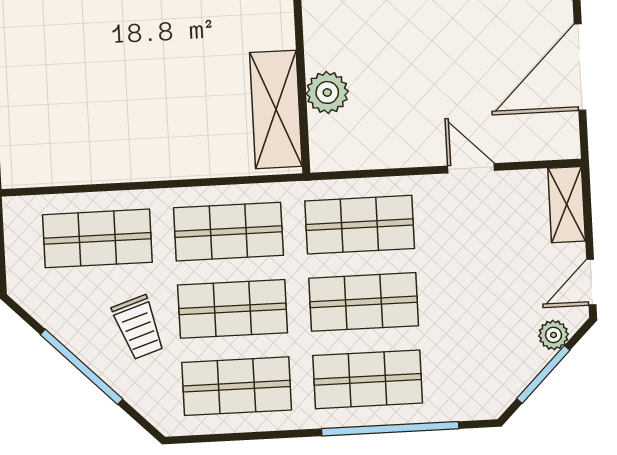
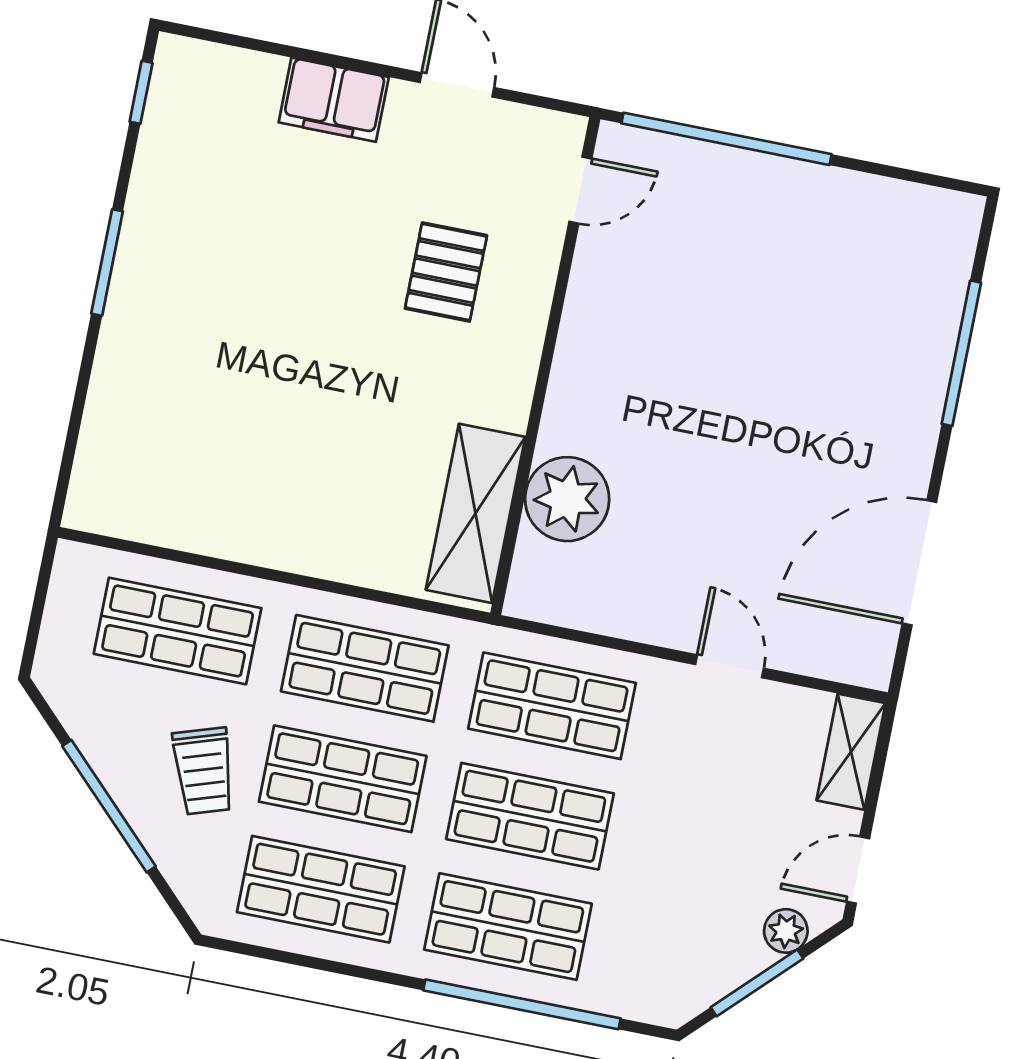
plant: (327, 92) -> (567, 499), width x1.36, depth x1.36

